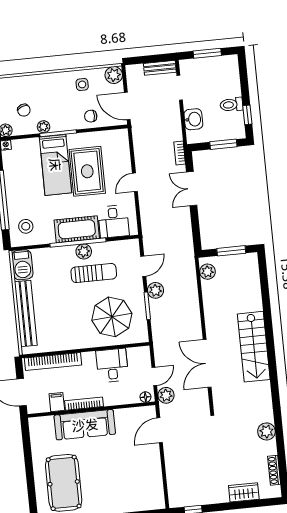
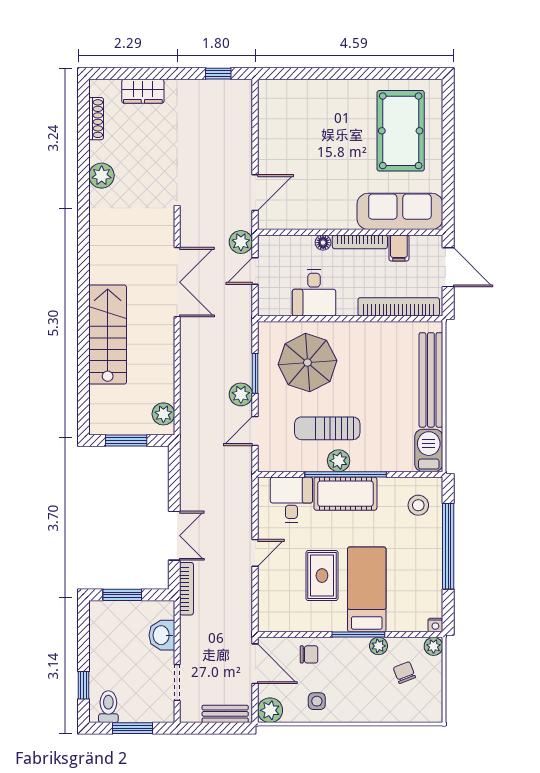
bench: (160, 68) -> (225, 714), moved
toilet: (231, 105) -> (108, 707), moved, turned -90
window: (247, 115) -> (83, 685), moved
bookcase: (180, 153) -> (186, 589), width x1.56
rug: (87, 171) -> (322, 576), width x0.73, depth x0.70
stairs: (254, 347) -> (108, 334), moved
floor lamp: (145, 397) -> (323, 243), moved
sofa: (85, 425) -> (400, 211), moved

